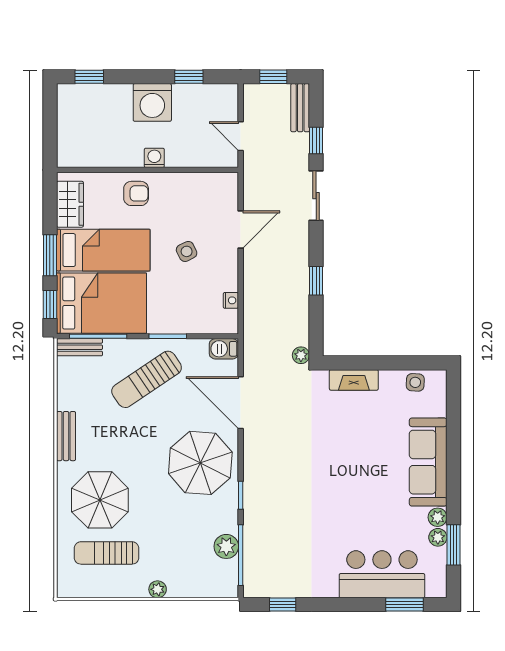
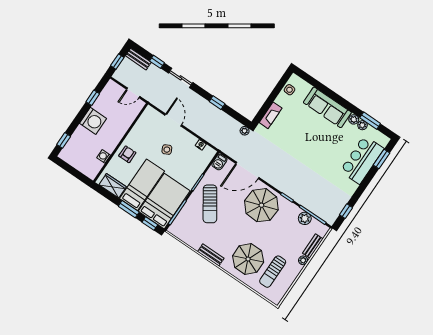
washing machine: (154, 158) -> (104, 156), moved
bench: (80, 347) -> (313, 246), moved

